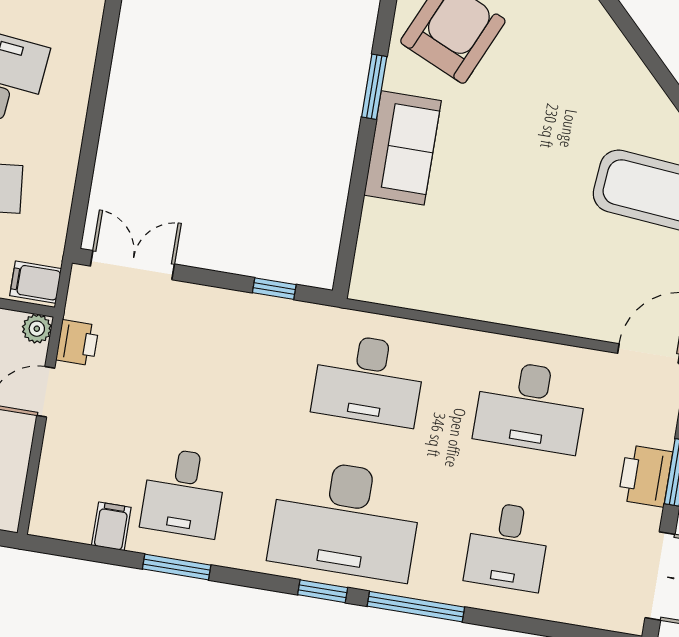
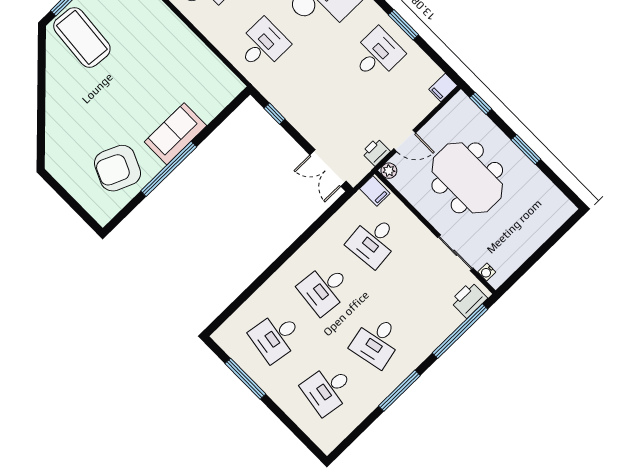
window: (374, 87) -> (169, 169), width x2.11
desk: (369, 380) -> (263, 45), width x0.73
filing cabinet: (111, 526) -> (443, 87), moved

